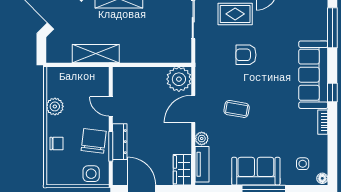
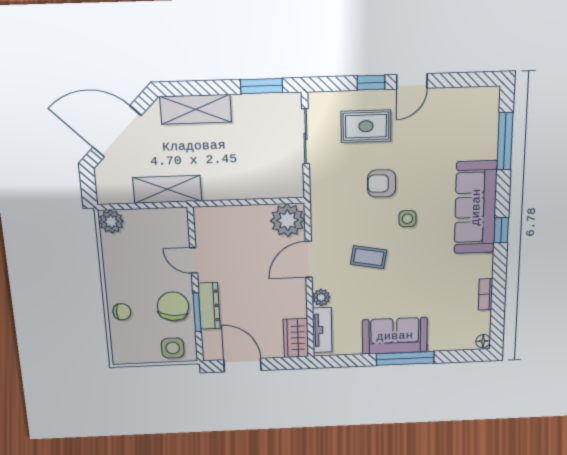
plant: (55, 106) -> (111, 222), moved
bookcase: (323, 122) -> (485, 294), moved
side table: (303, 164) -> (407, 219), moved

